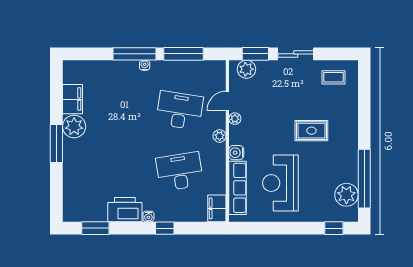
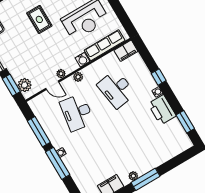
plant: (74, 126) -> (133, 176), width x0.53, depth x0.53

